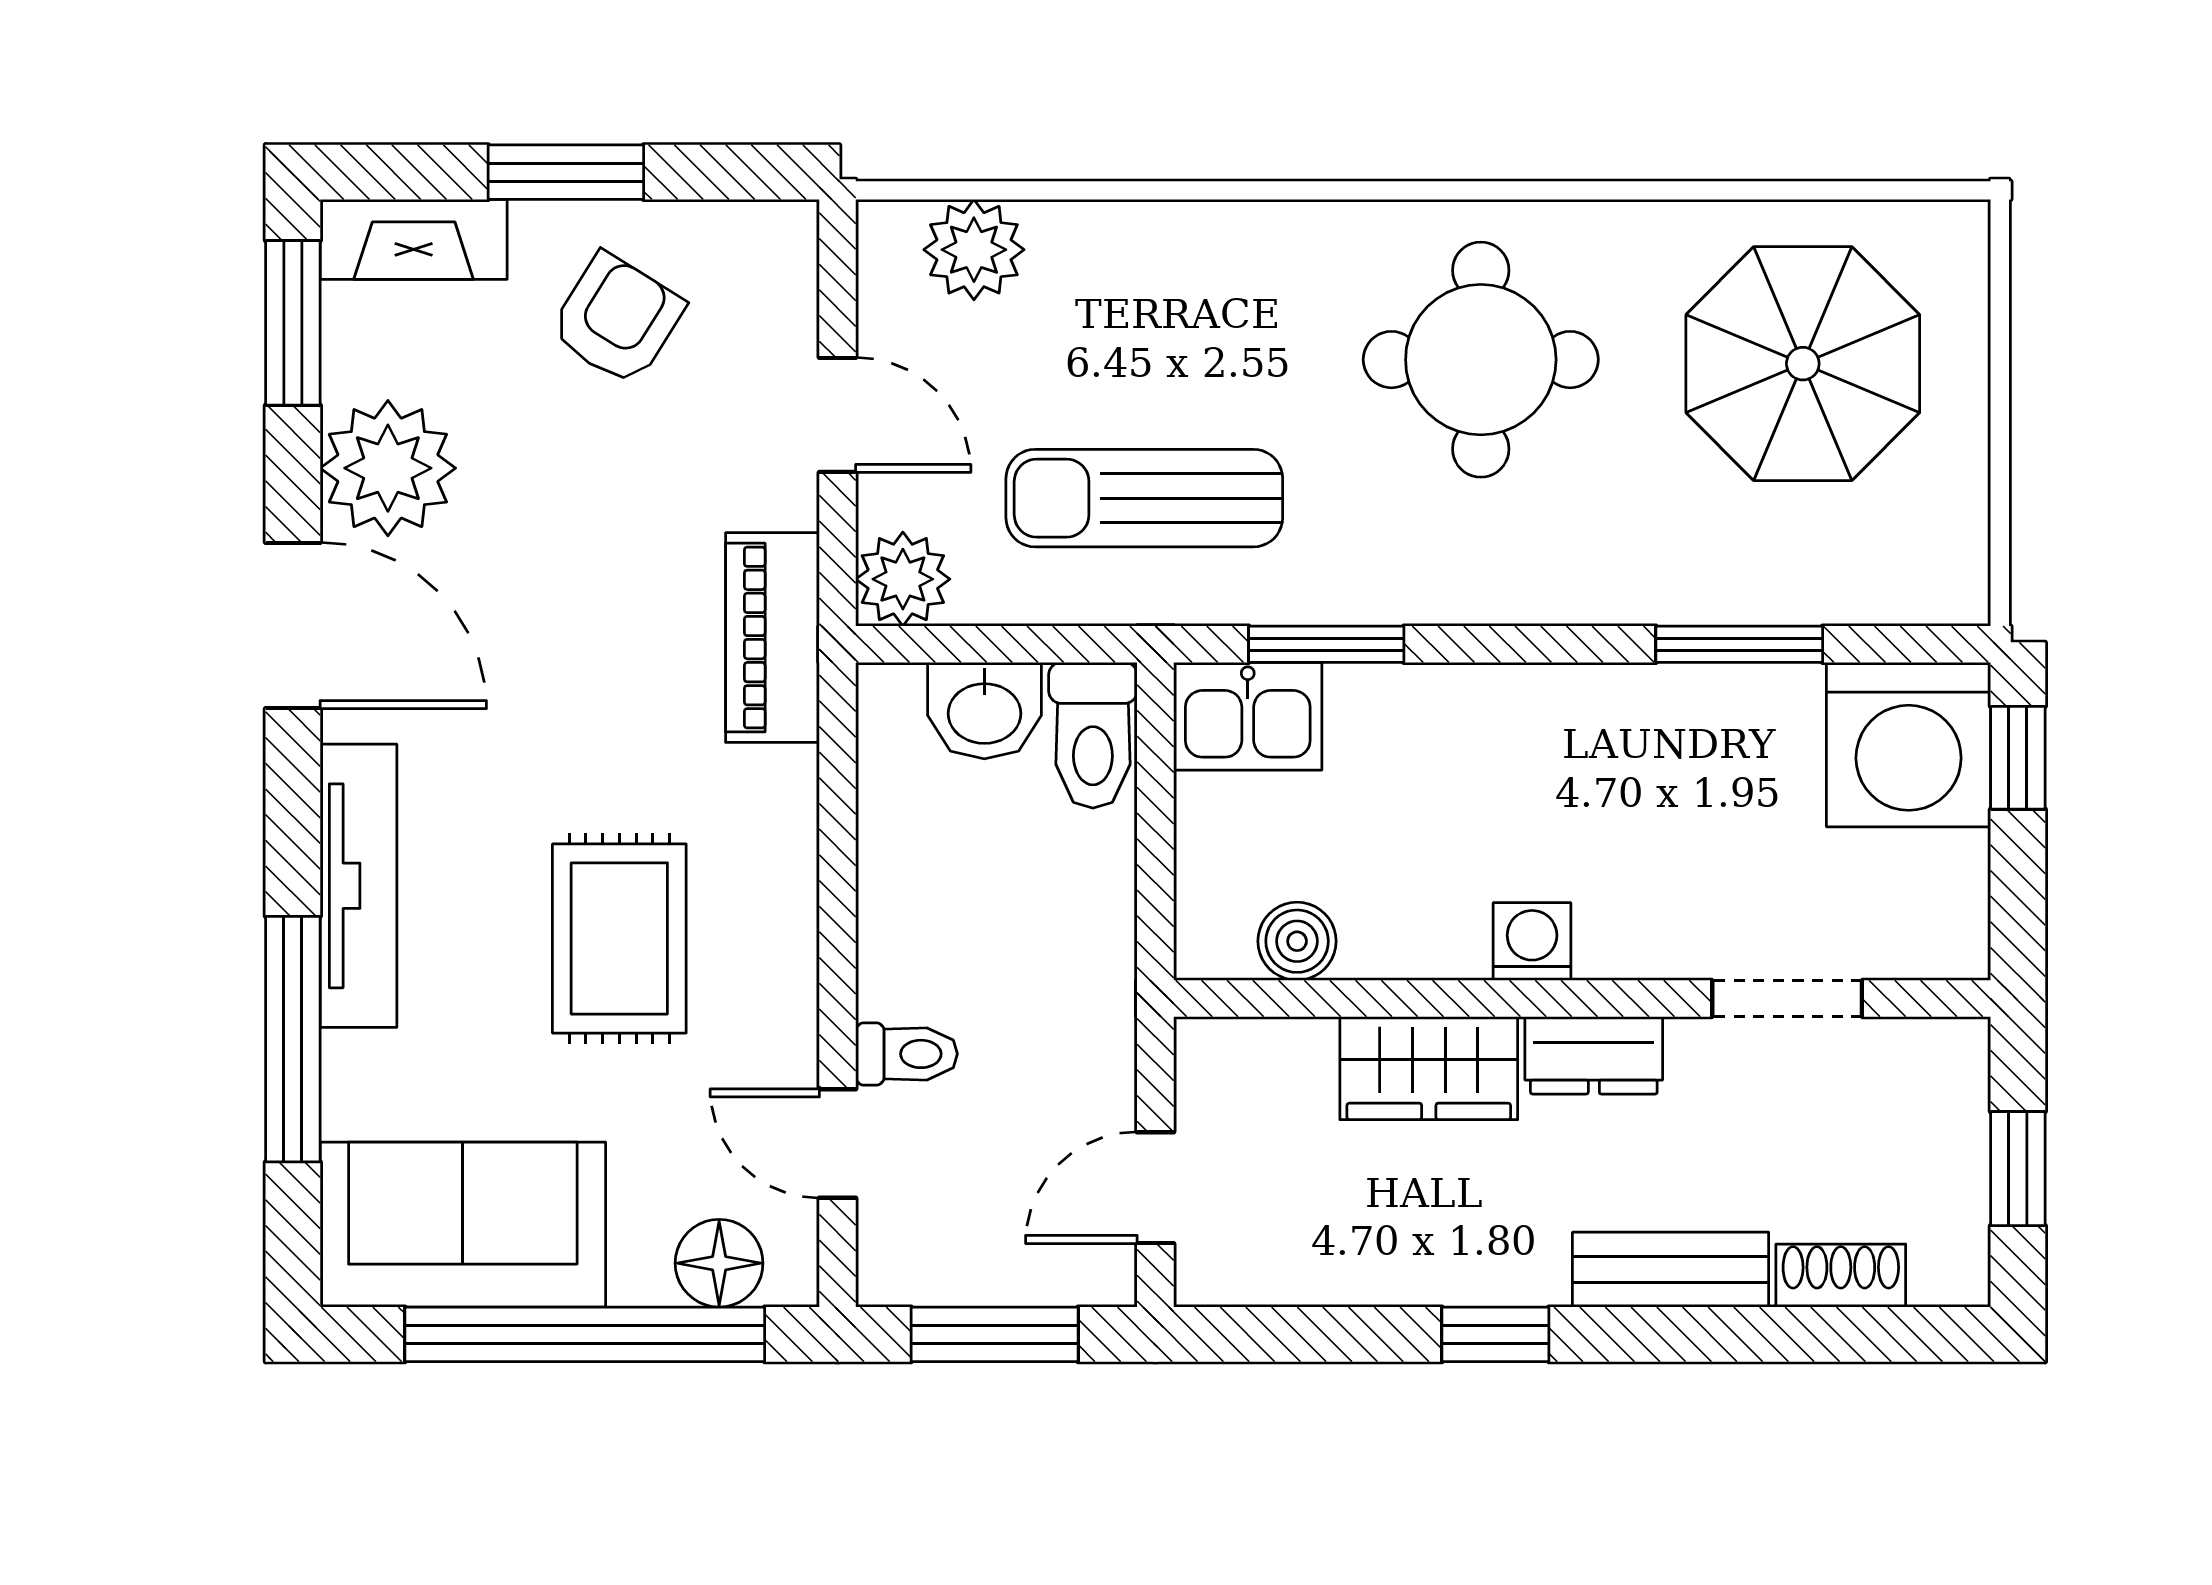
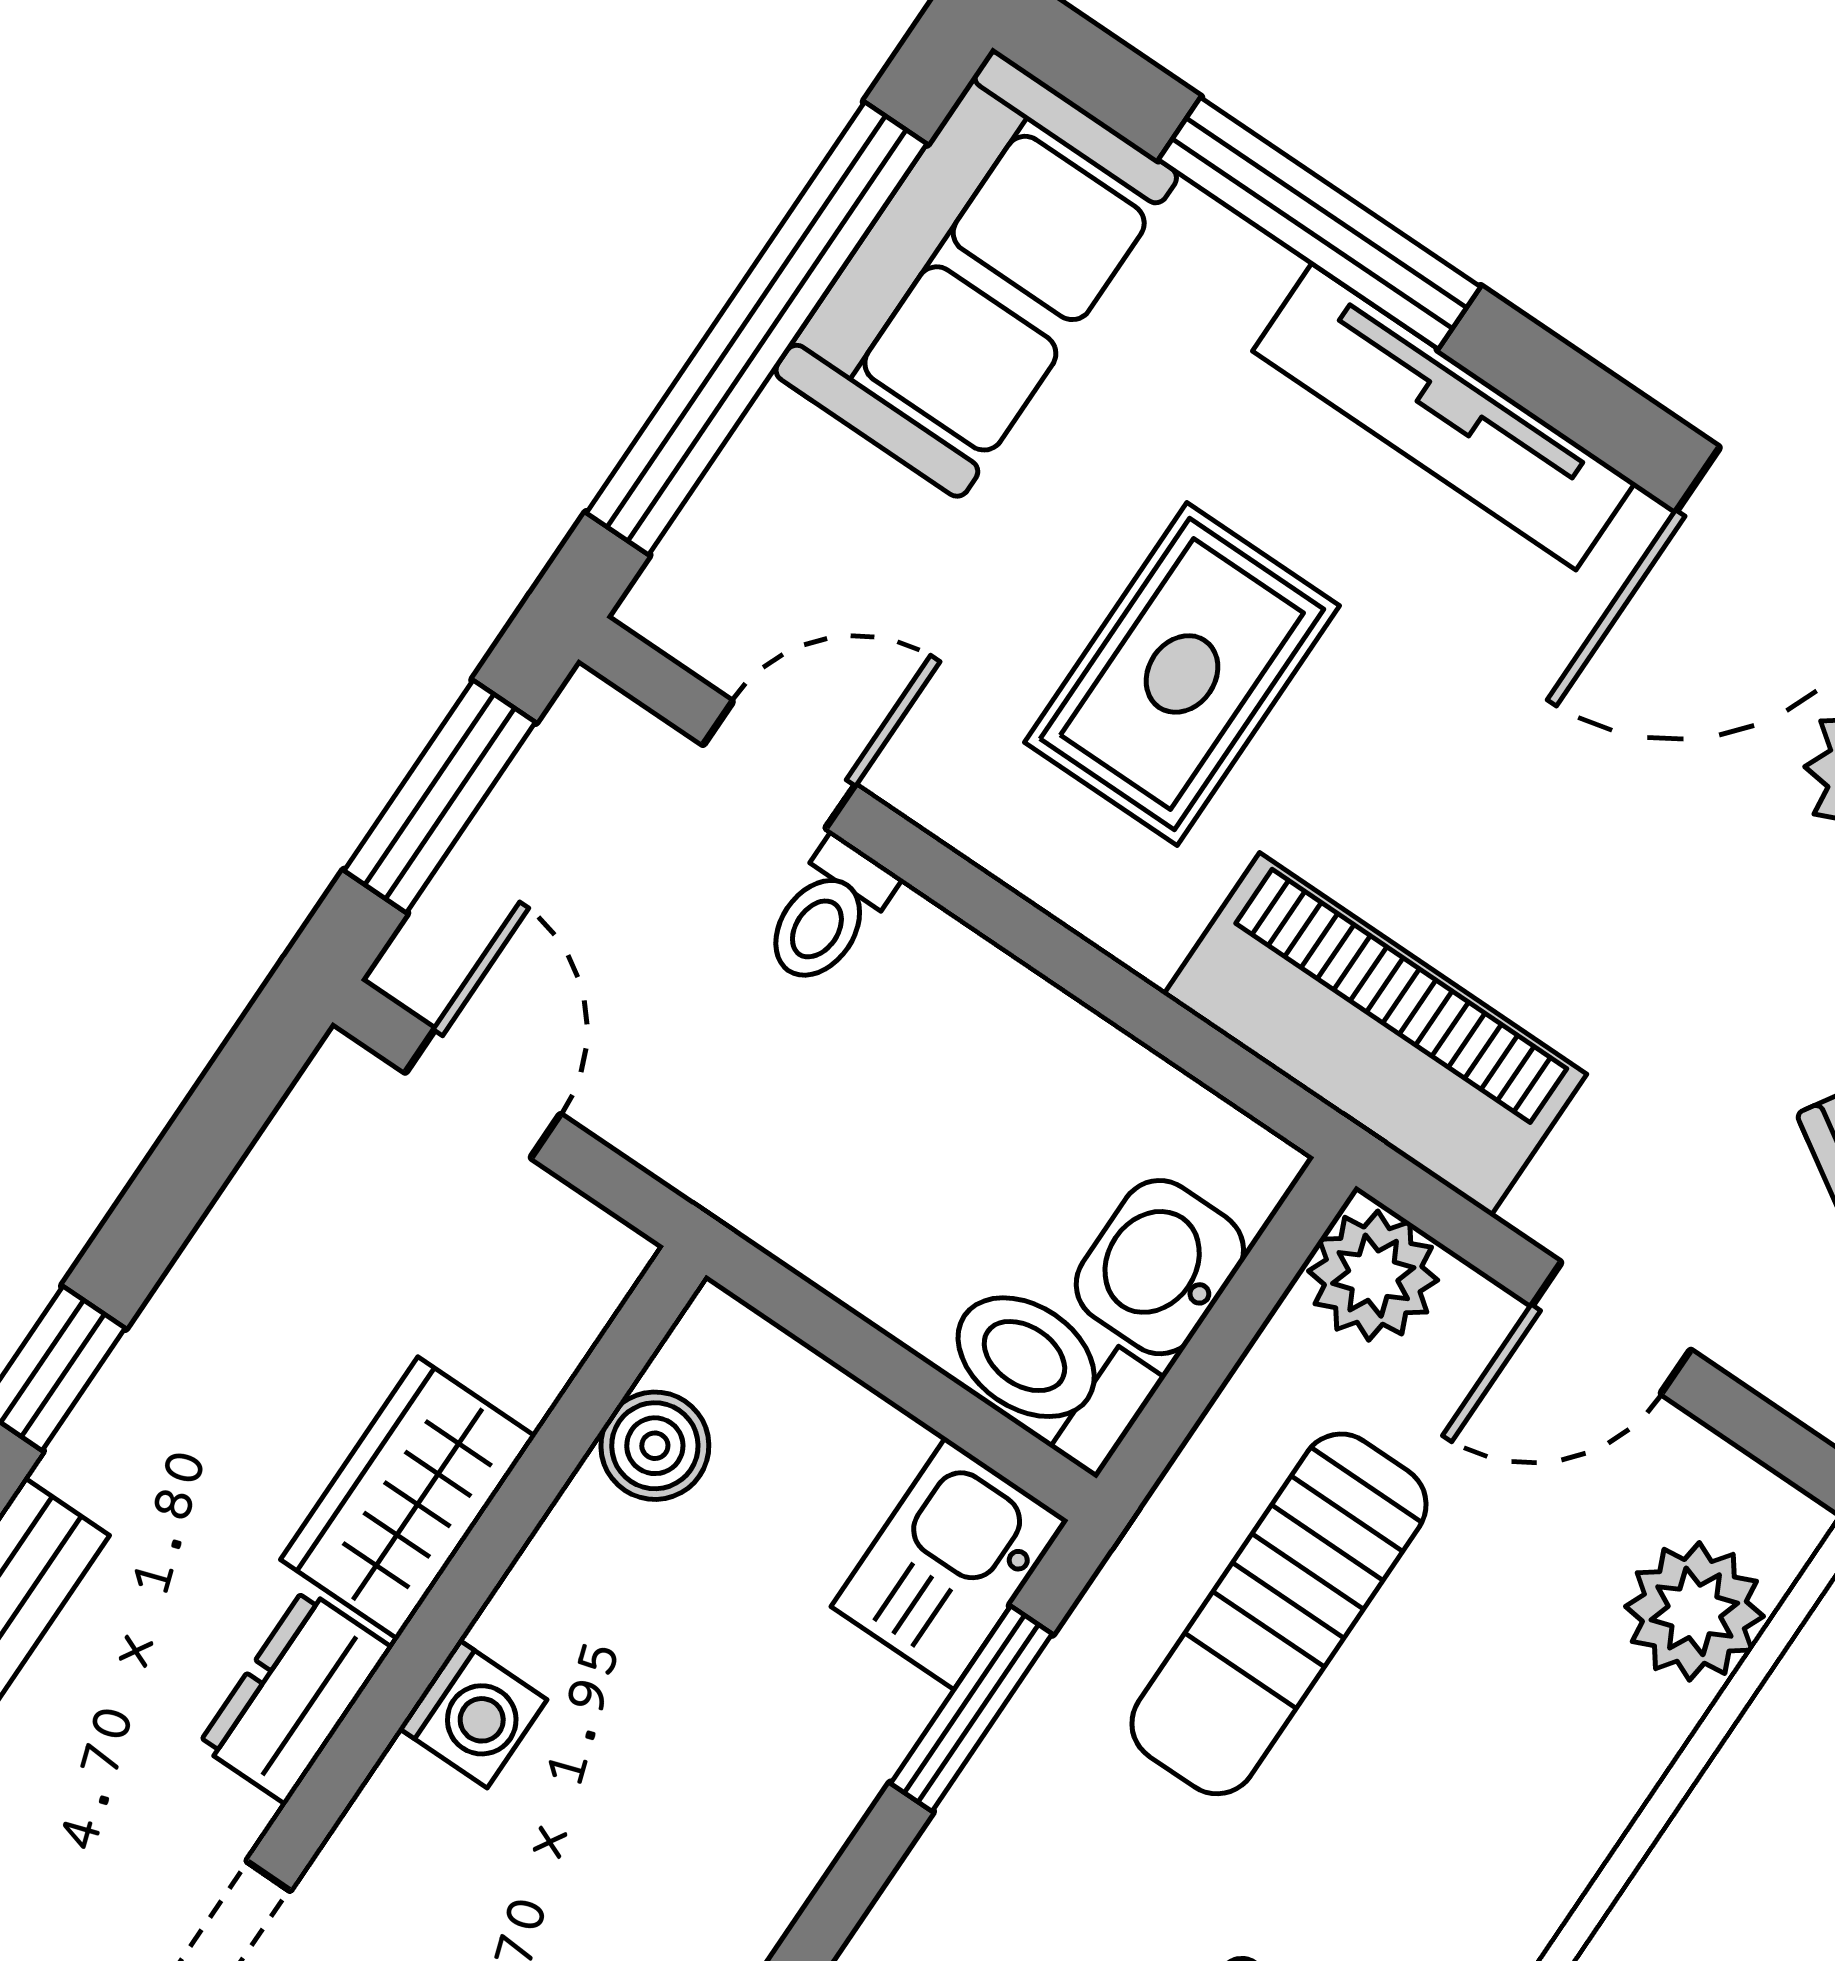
sun lounger: (1144, 498) -> (1279, 1614), turned 180
piano: (773, 638) -> (1375, 1034), width x1.37, depth x1.33
rug: (619, 938) -> (1182, 674), turned 90
floor lamp: (719, 1263) -> (734, 537), removed

